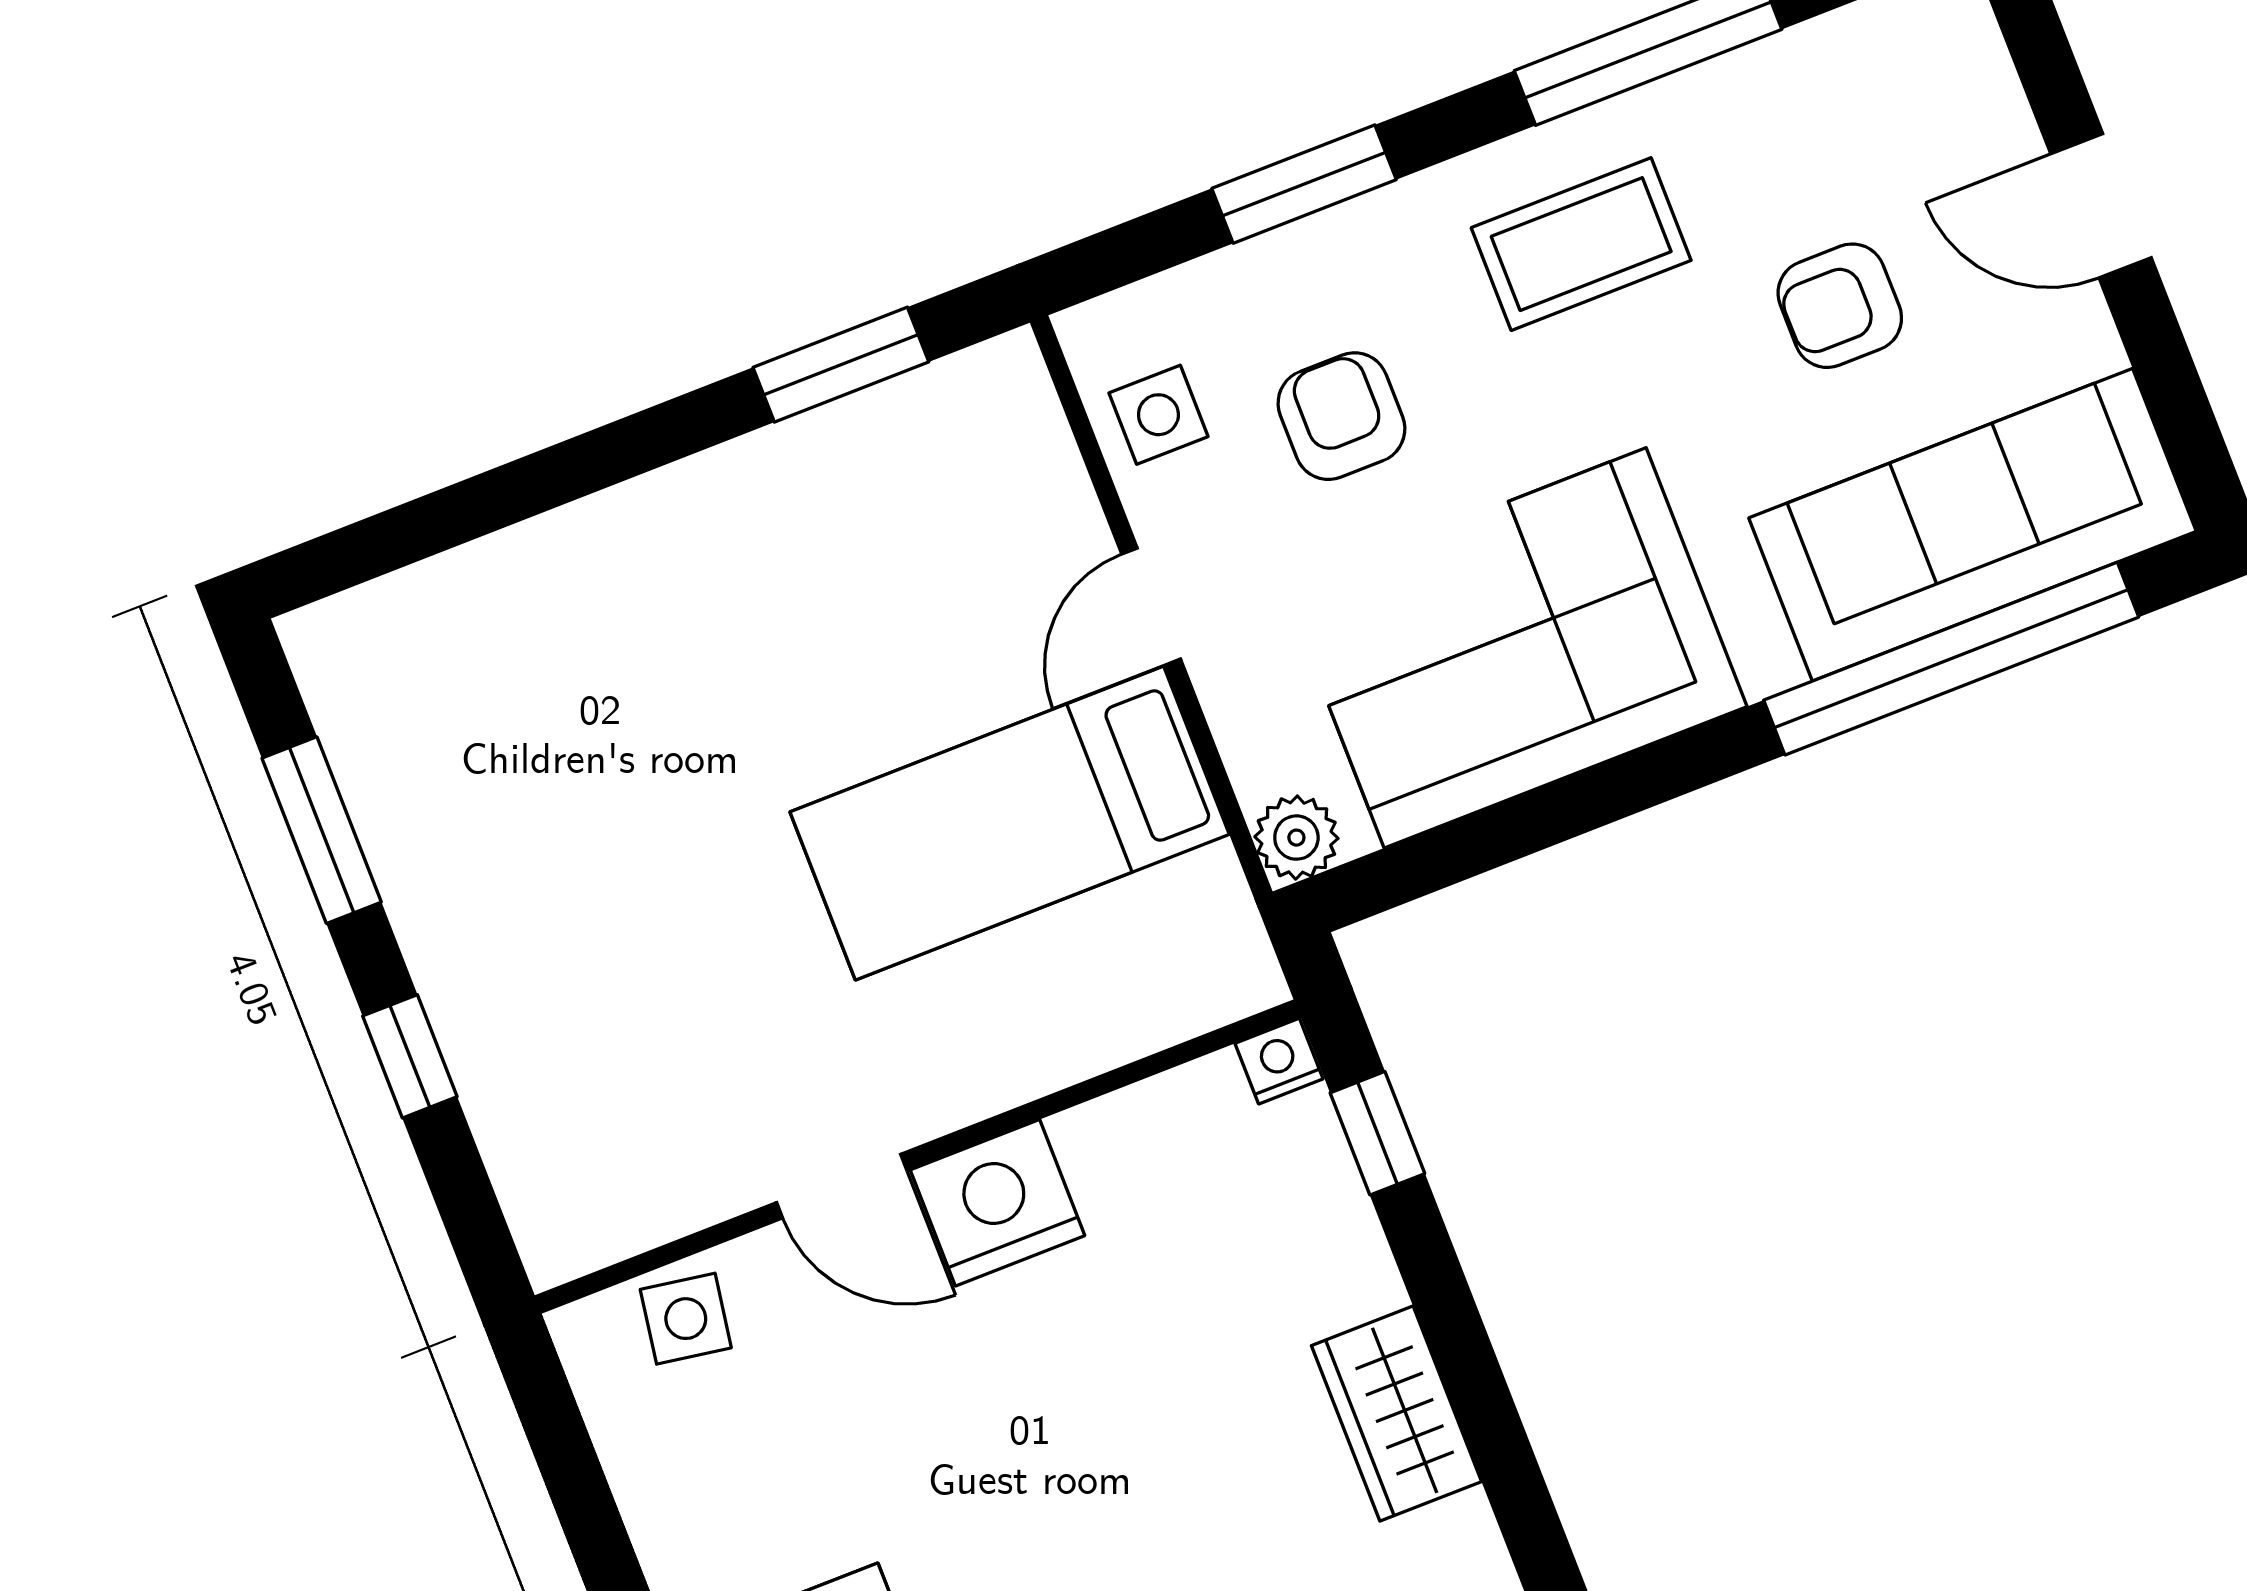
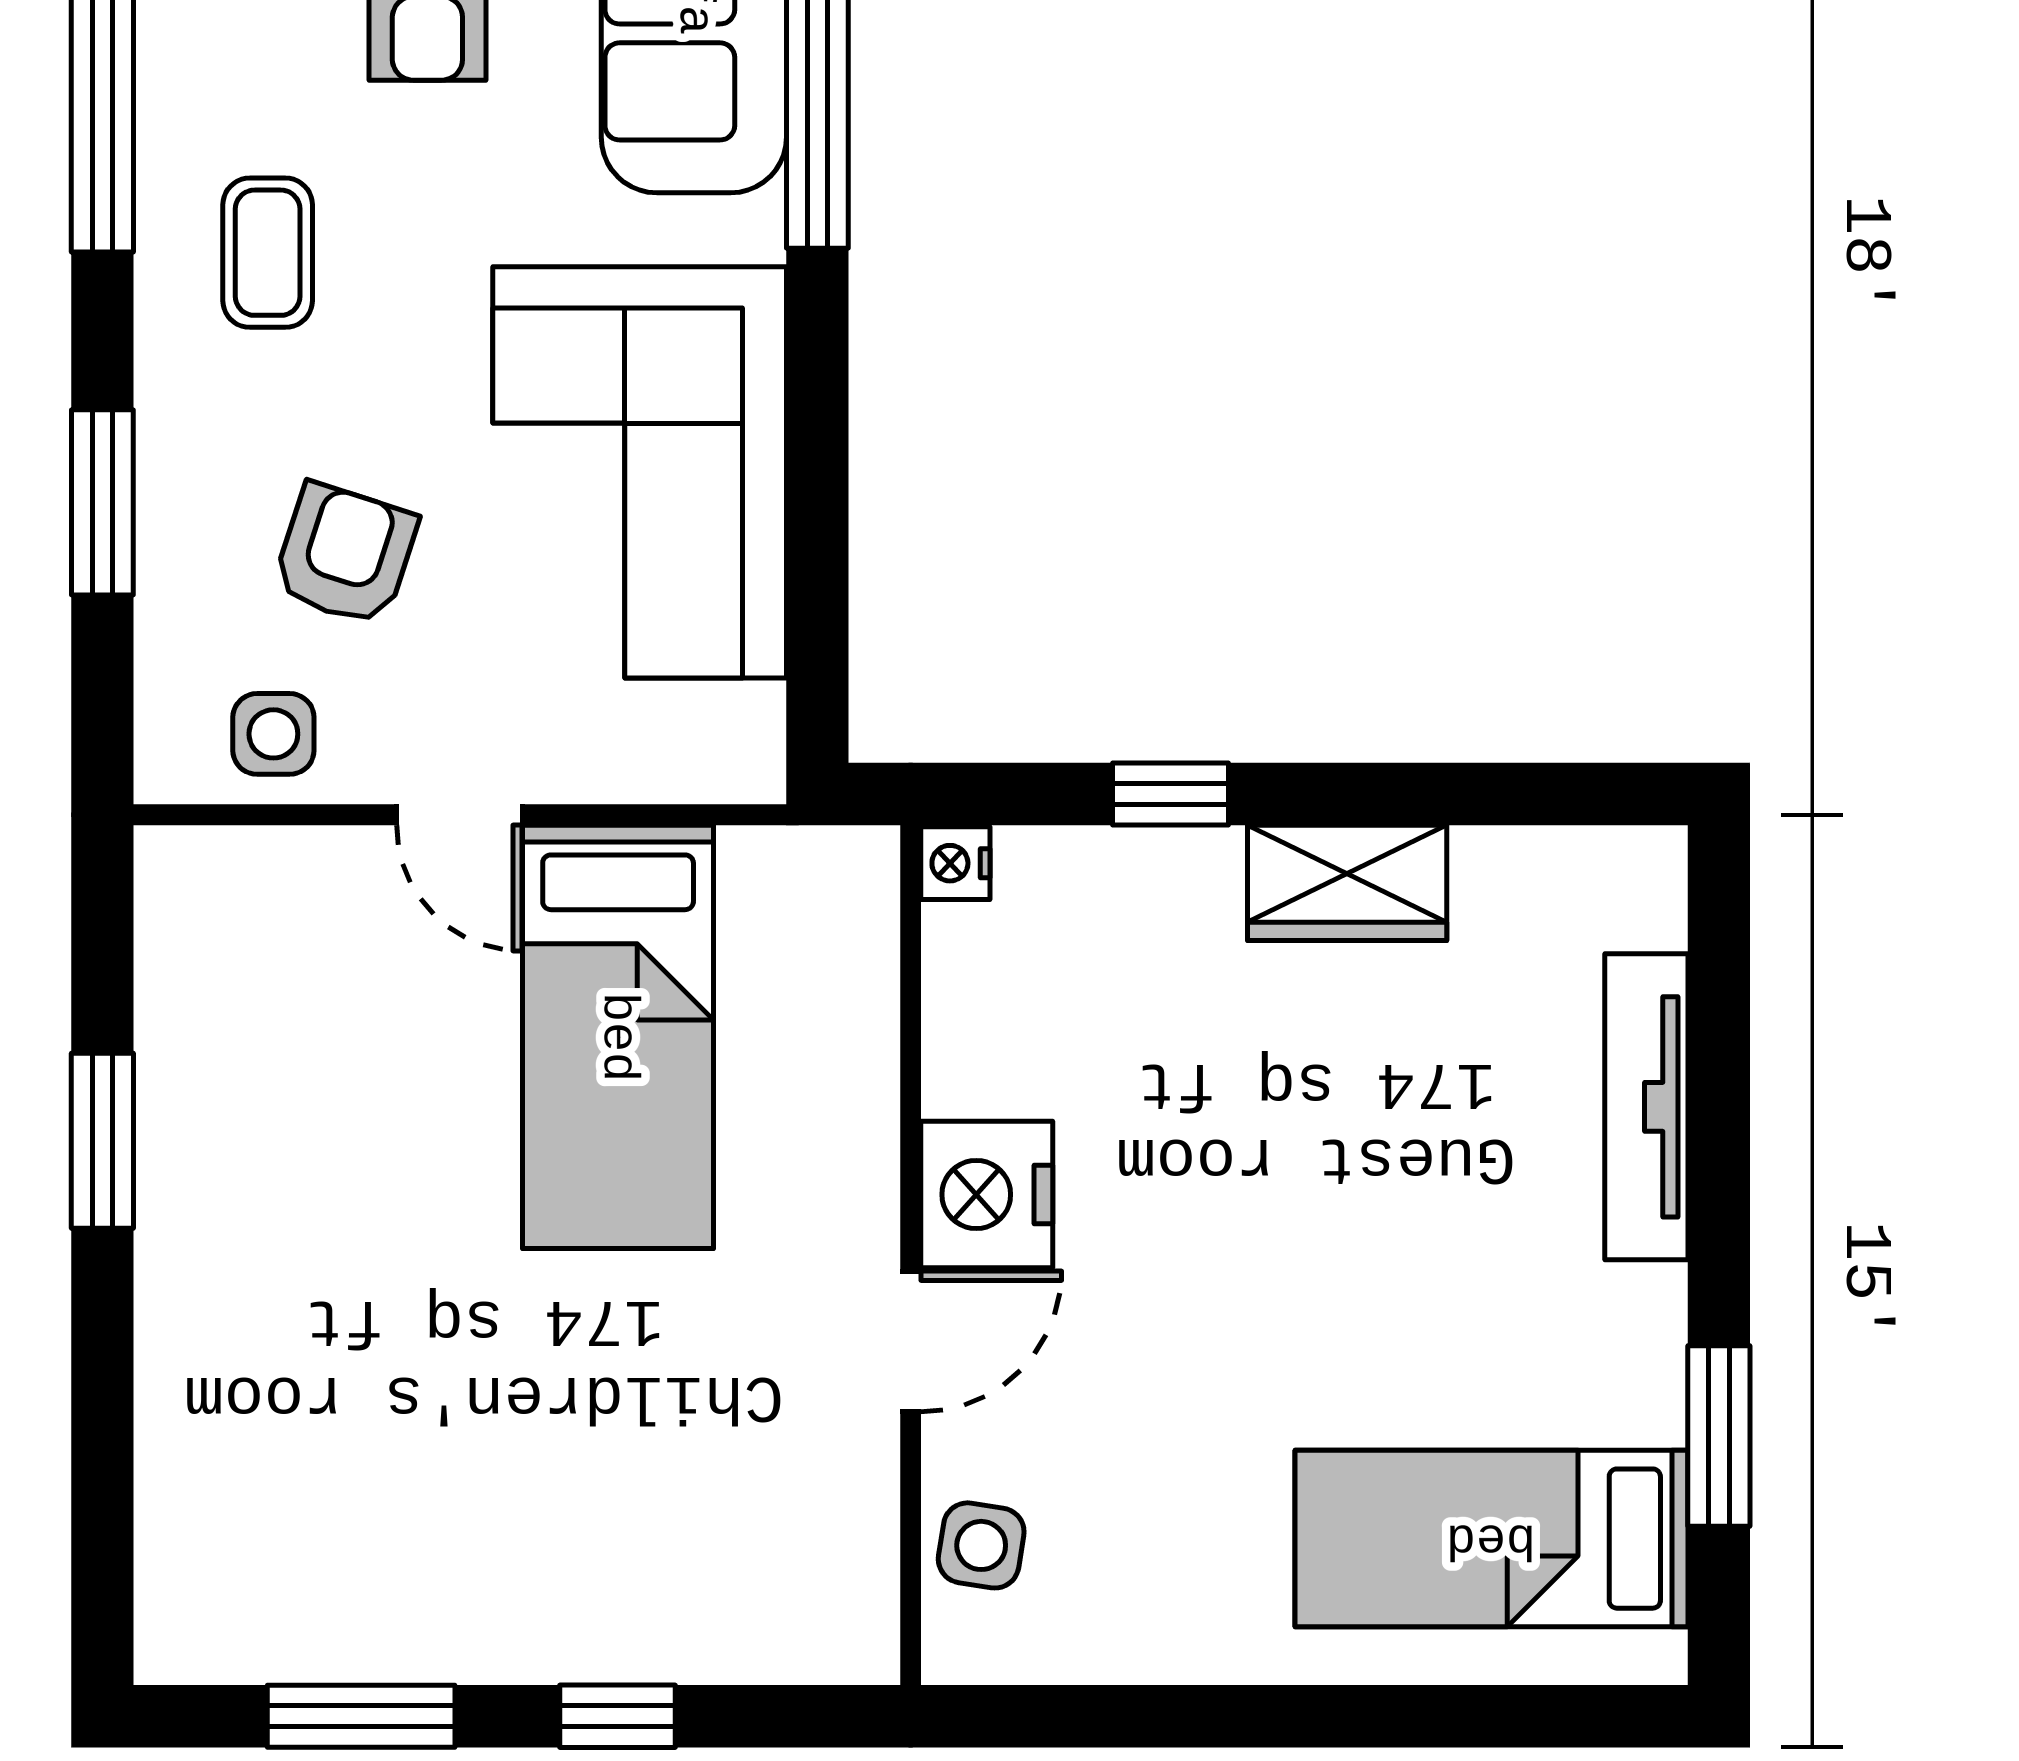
coffee table: (1581, 244) -> (268, 253), width x0.73, depth x0.77
window: (841, 365) -> (102, 1141), moved
armchair: (1341, 416) -> (345, 554), turned 108
plant: (1296, 838) -> (742, 760), removed
window: (1377, 1133) -> (1171, 794), moved

